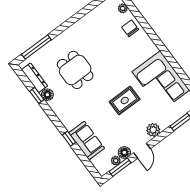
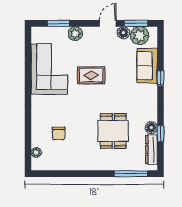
chair: (130, 28) -> (59, 133), moved
plant: (153, 130) -> (75, 34), moved
plant: (116, 161) -> (140, 36), width x1.88, depth x1.88

